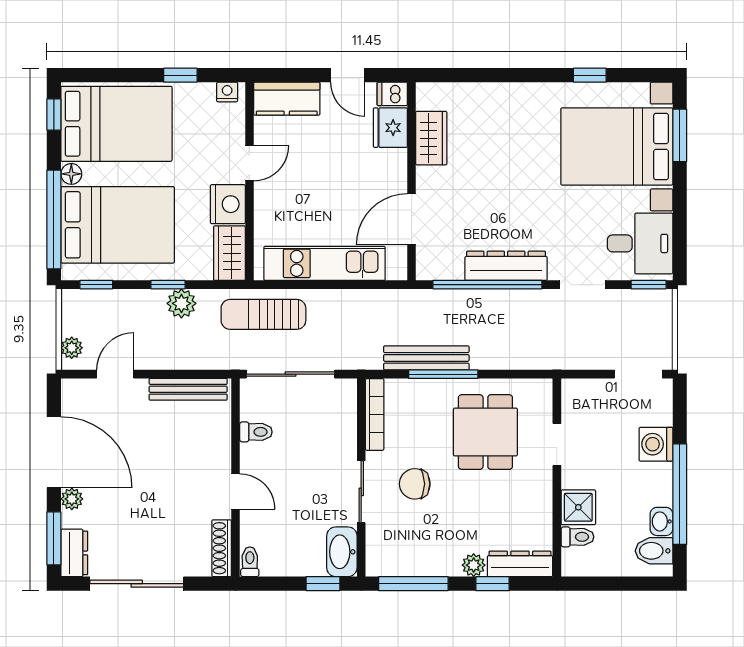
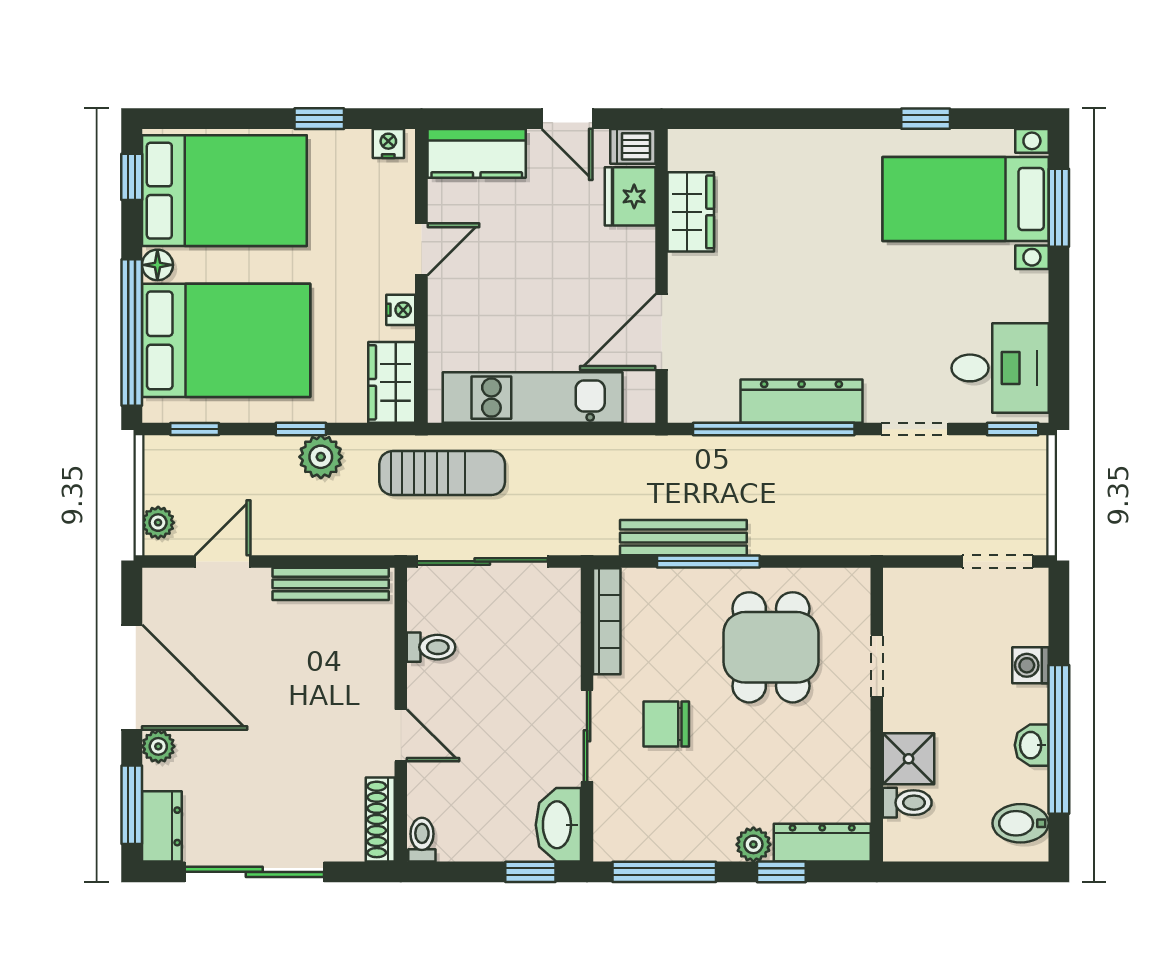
bed with nightstands: (617, 146) -> (966, 199), width x0.73
nightstand: (228, 204) -> (401, 310), width x0.53, depth x0.56
sun lounger: (263, 314) -> (442, 473), turned 180
washing machine: (656, 444) -> (1030, 665), width x0.73, depth x0.73
washbasin: (661, 521) -> (1032, 745), moved

